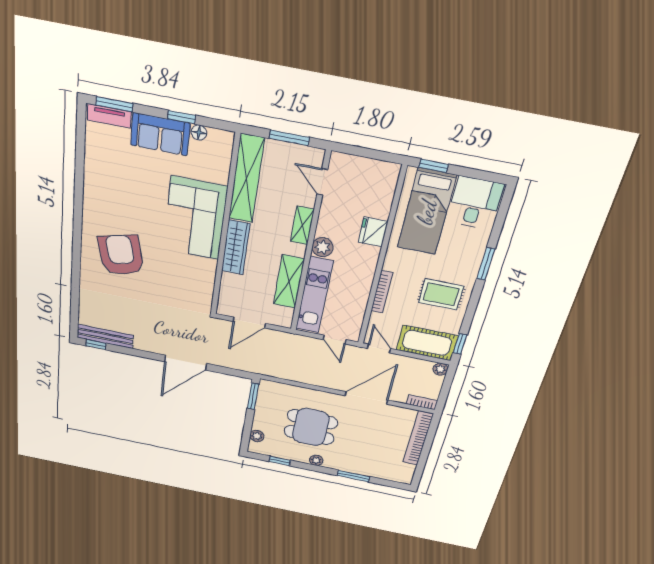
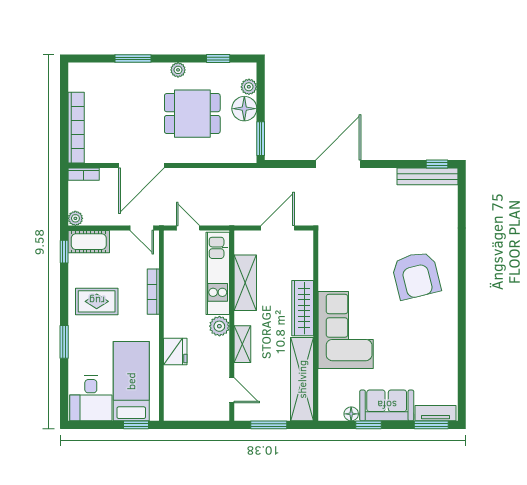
cot: (427, 343) -> (89, 242), width x0.73, depth x0.75
floor lamp: (264, 421) -> (244, 109), added

